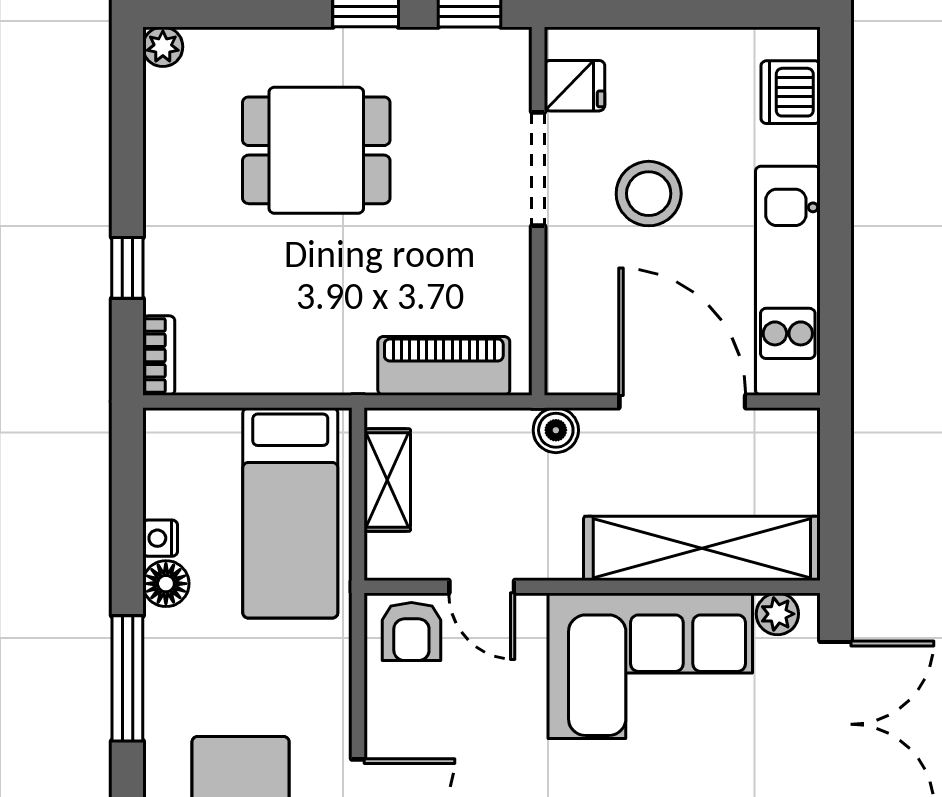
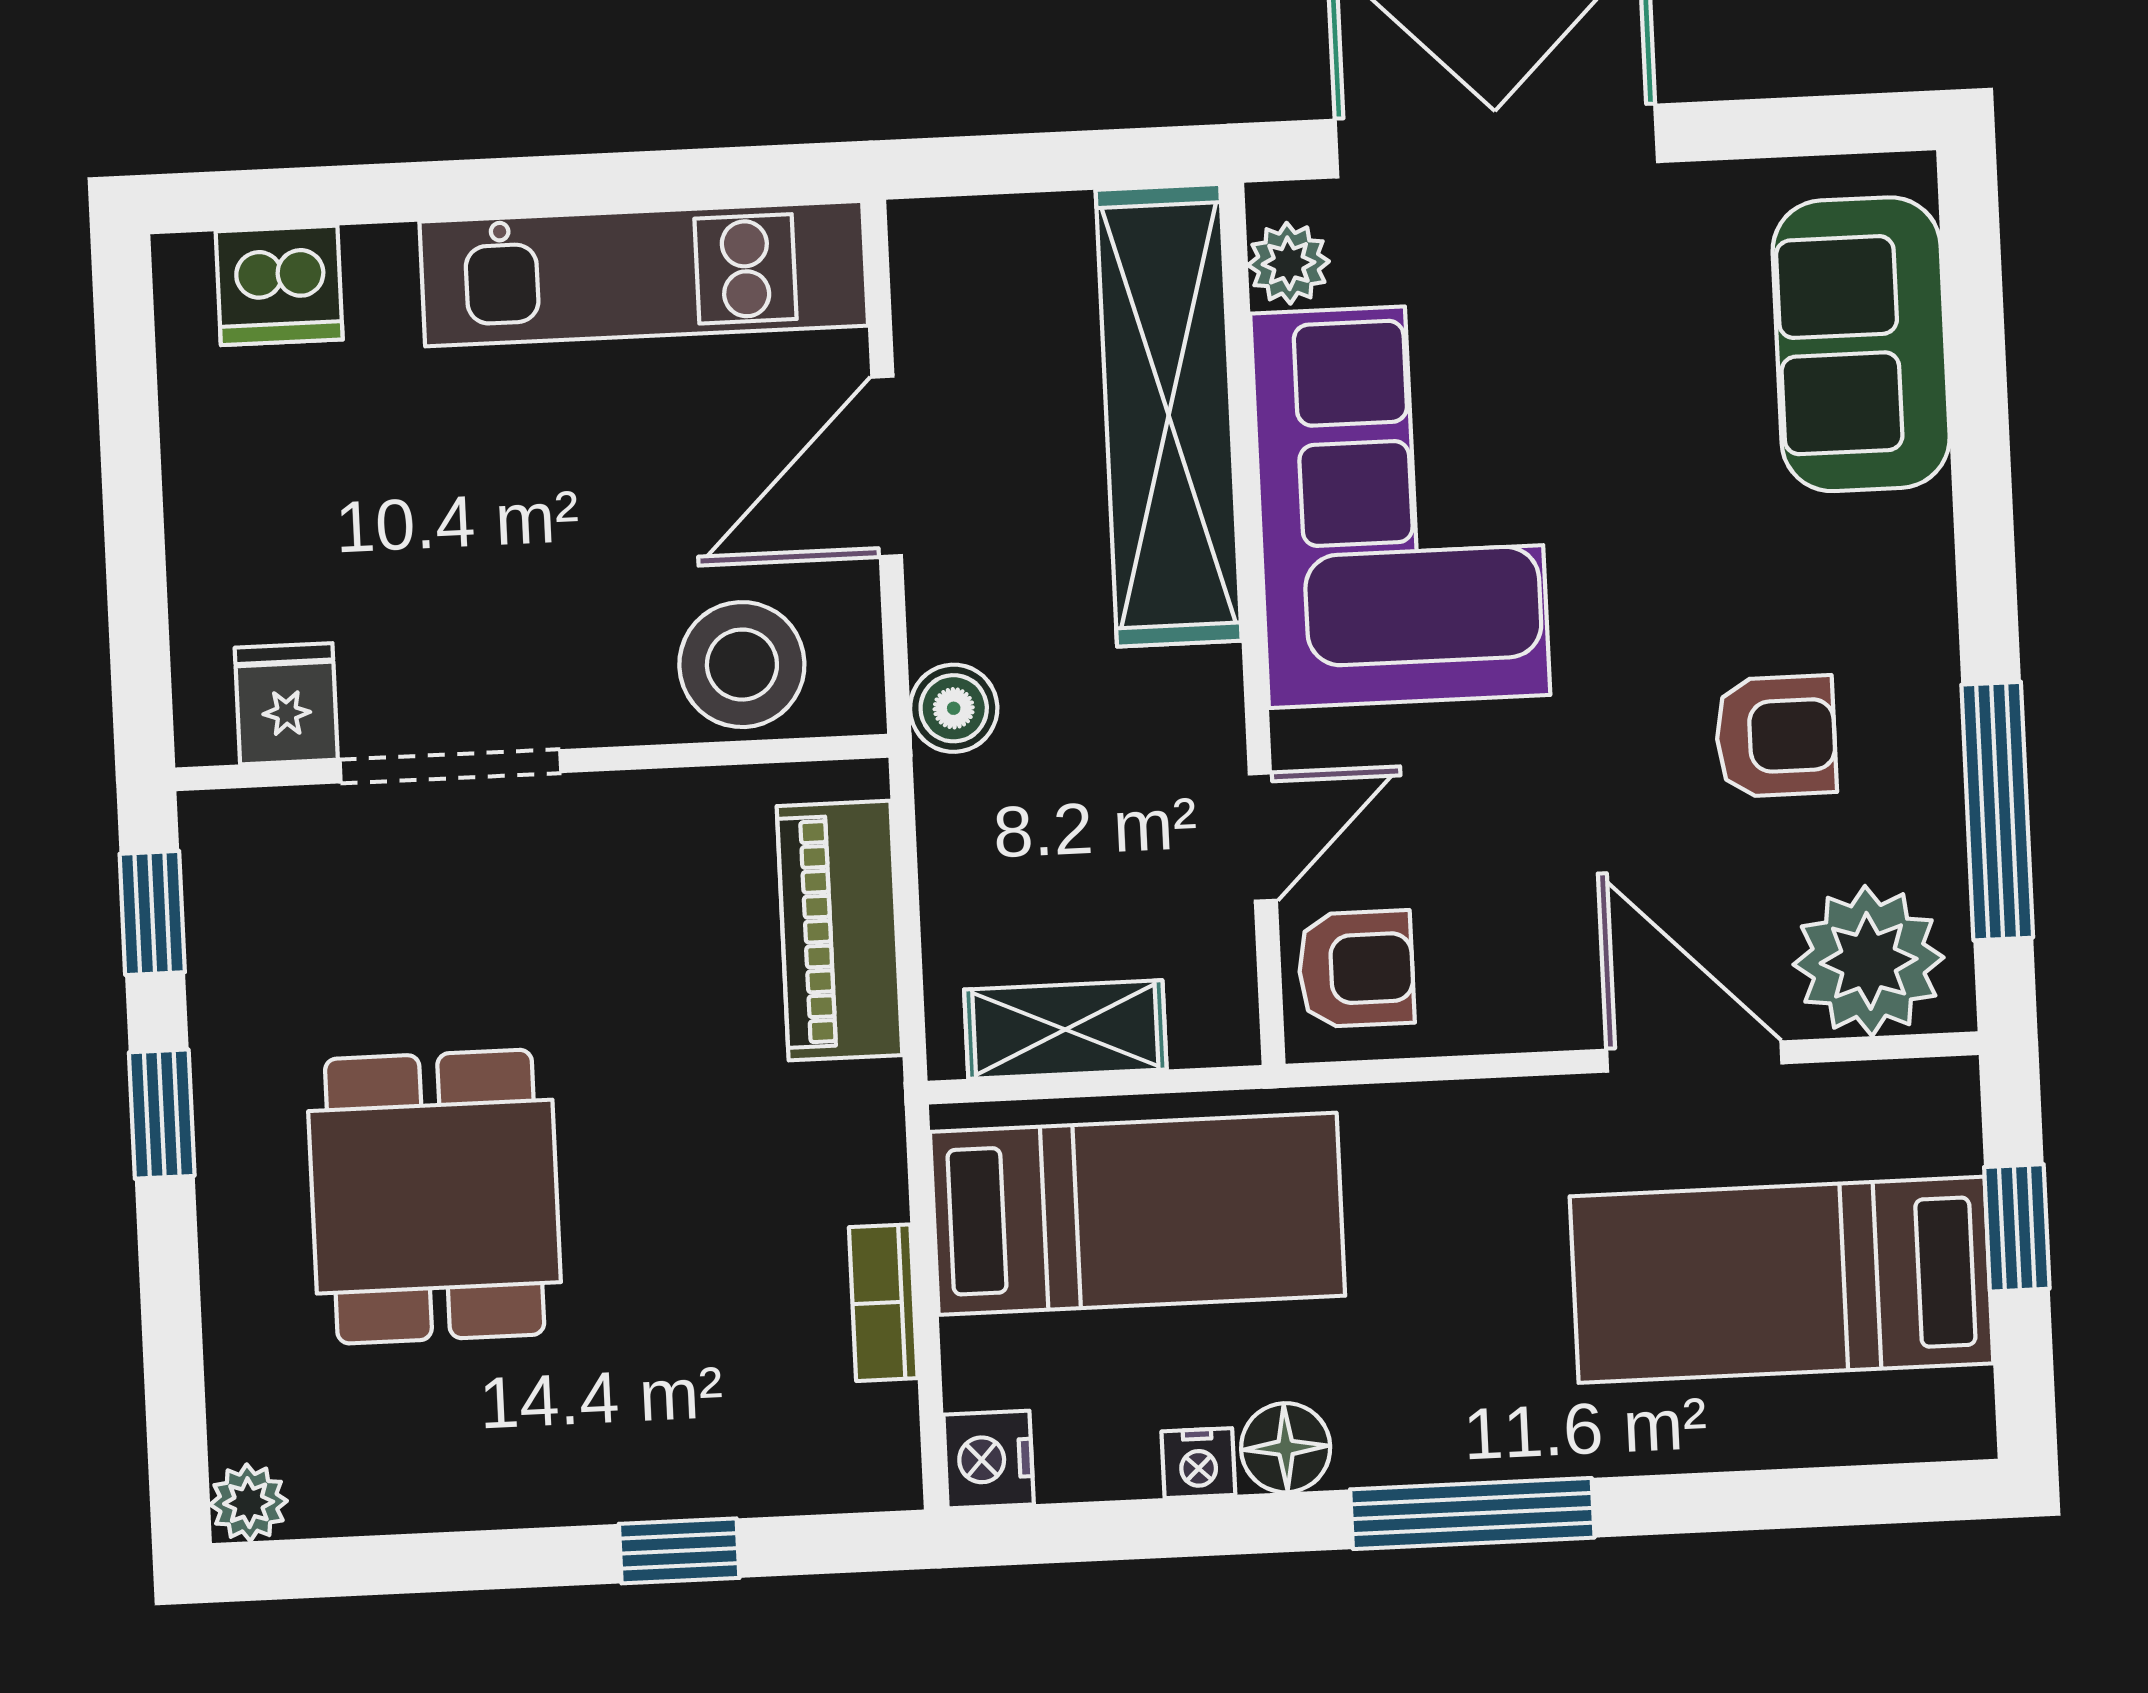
stool: (649, 194) -> (742, 665), moved
bookcase: (159, 355) -> (883, 1303), moved, turned -90
door: (682, 401) -> (887, 466), width x0.73
nightstand: (167, 430) -> (989, 1459), added

